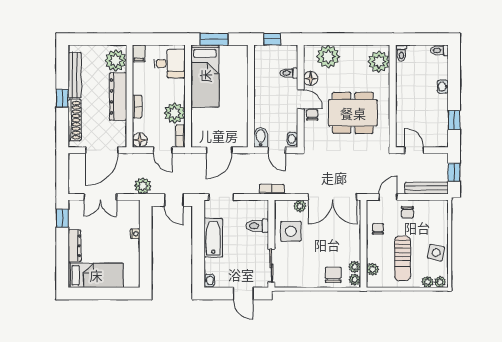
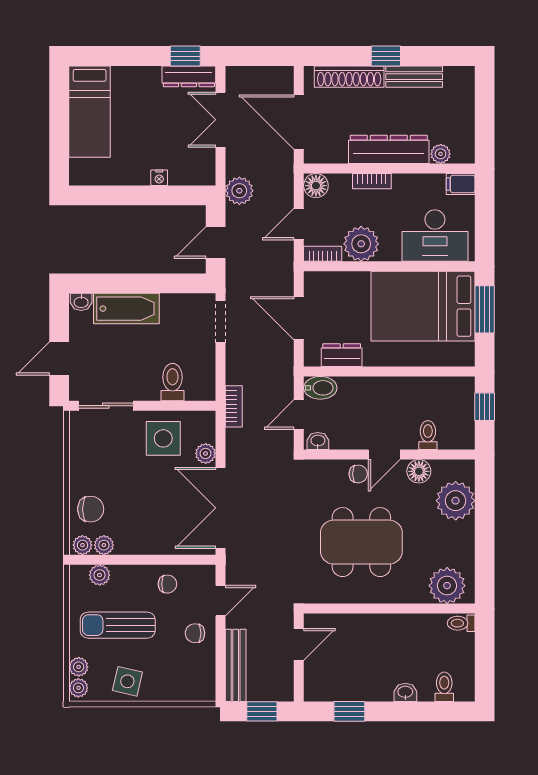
toilet: (439, 50) -> (444, 687), moved
plant: (116, 60) -> (441, 154), width x0.53, depth x0.53
desk: (170, 64) -> (435, 236), width x1.37
bench: (75, 75) -> (414, 77), width x0.73
bed: (205, 76) -> (423, 306), width x1.50
dining table: (353, 113) -> (361, 542), turned 90
dresser: (241, 125) -> (342, 355), added
door: (388, 197) -> (221, 601), hinge flipped
bathtub: (213, 238) -> (126, 309), moved
dresser: (74, 246) -> (189, 76), moved

